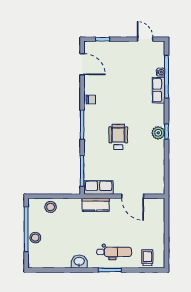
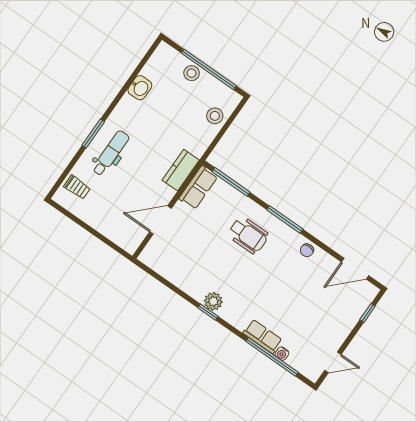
wheelchair: (118, 137) -> (248, 235), moved
dental chair: (114, 252) -> (111, 153), turned 180
washbasin: (79, 262) -> (140, 88), moved

